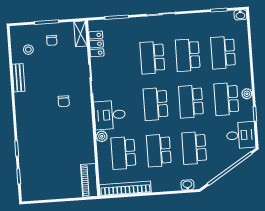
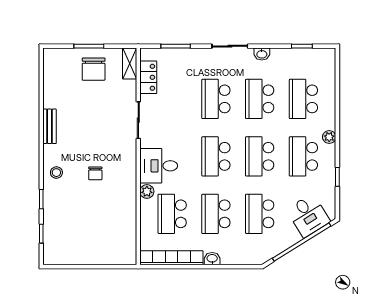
washbasin: (240, 15) -> (262, 54), moved
chair: (52, 40) -> (94, 69), width x1.87, depth x1.87
stool: (28, 50) -> (56, 173), moved
bench: (18, 78) -> (49, 126), moved
plant: (247, 94) -> (329, 137), moved
chair: (64, 101) -> (95, 173), moved
desk: (241, 135) -> (308, 216), moved, turned 58
piano: (89, 180) -> (128, 245), removed
washbasin: (187, 185) -> (212, 259), moved

